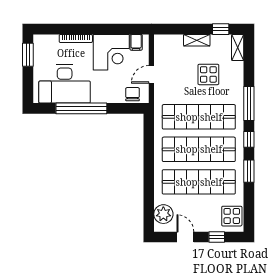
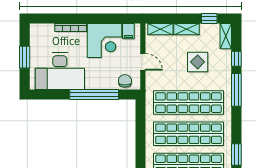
shelving: (170, 40) -> (160, 29), added
window: (28, 55) -> (25, 57), moved
door: (151, 74) -> (143, 62), swing flipped
window: (81, 108) -> (94, 94), moved
window: (249, 139) -> (236, 59), moved

